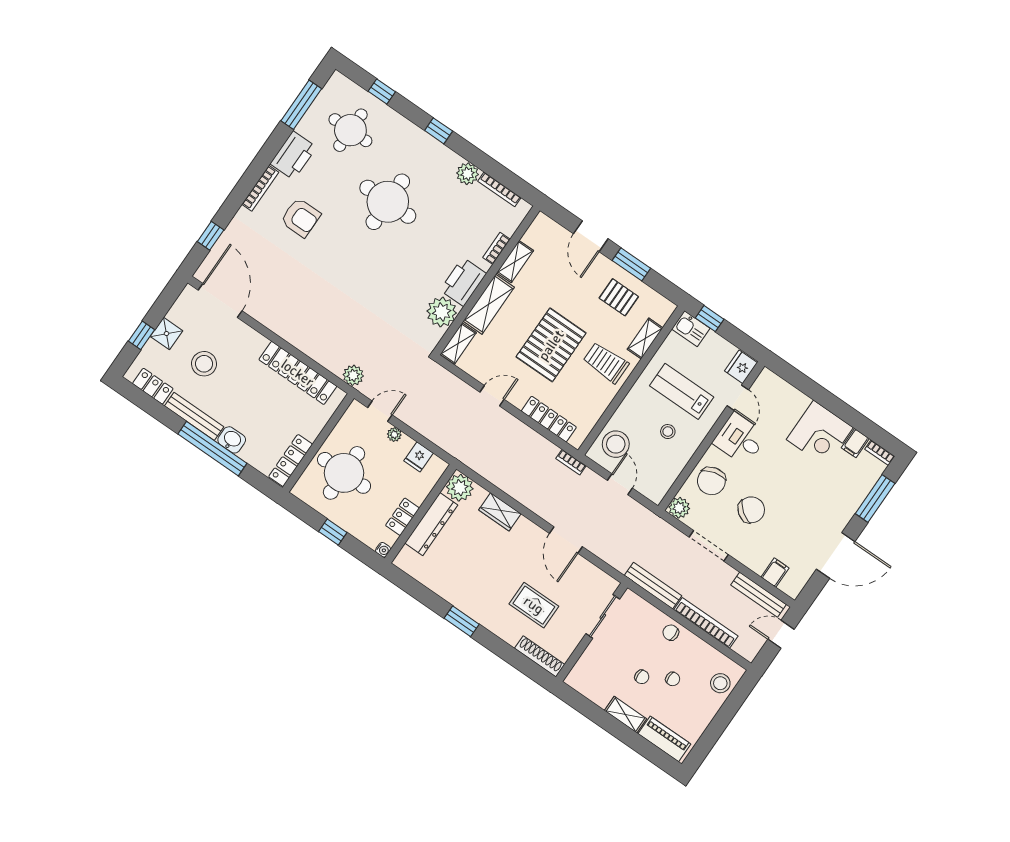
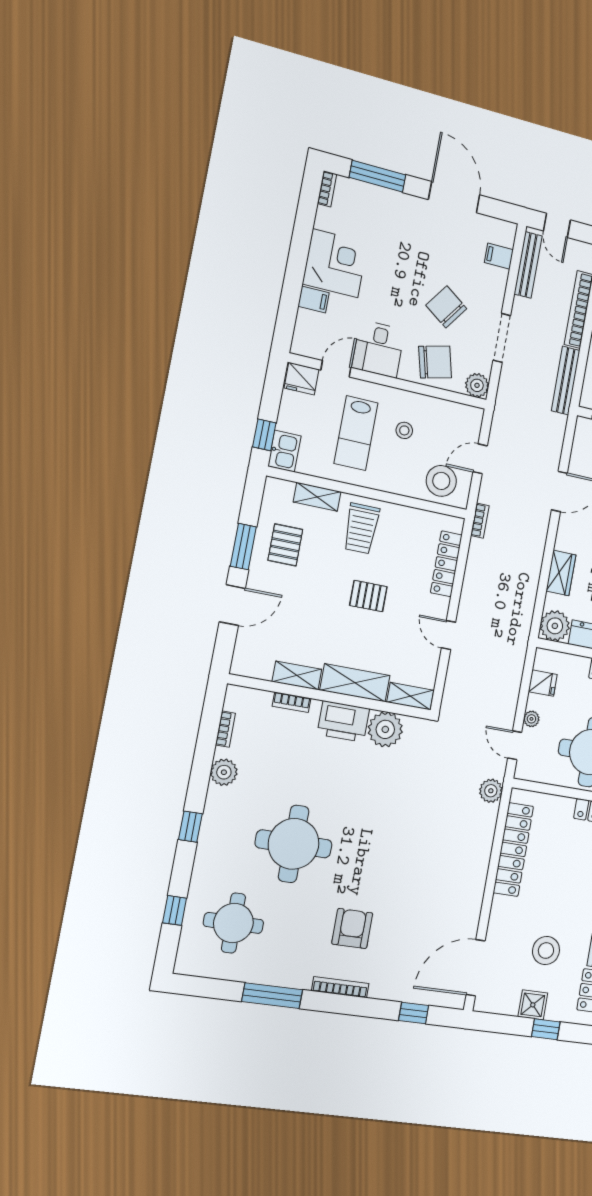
window: (301, 105) -> (272, 996), moved
printer: (293, 155) -> (289, 970), removed
bookcase: (499, 189) -> (225, 729), width x0.64
pallet: (551, 345) -> (368, 596), width x0.49, depth x0.50
filing cabinet: (855, 443) -> (314, 300), moved

